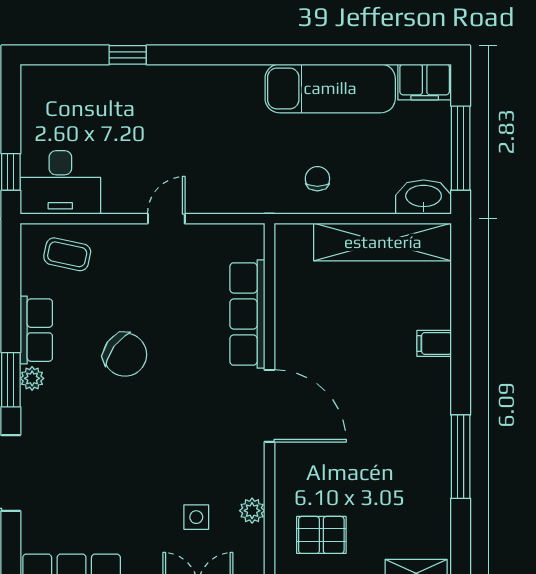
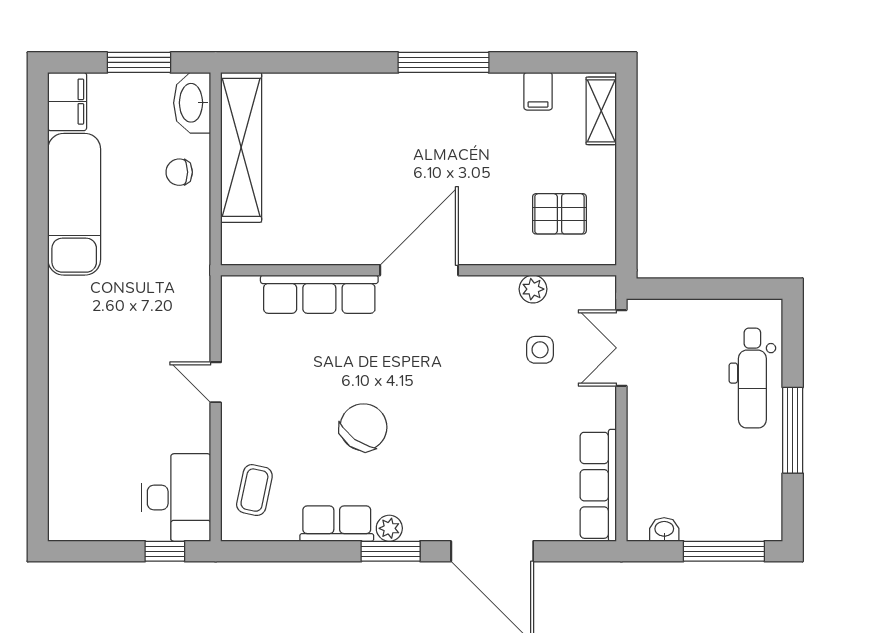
window: (128, 55) -> (38, 424), removed
window: (461, 148) -> (139, 62), width x0.69
chair: (317, 179) -> (179, 172), moved
filing cabinet: (434, 343) -> (538, 91), moved
window: (461, 457) -> (443, 62), moved
pallet: (321, 535) -> (559, 214), turned 90

